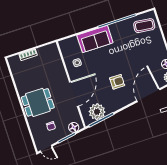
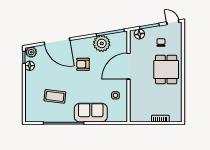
coffee table: (144, 26) -> (55, 96), moved
door: (148, 95) -> (57, 41), hinge flipped
dining table: (38, 102) -> (166, 69), turned 90
plant: (97, 112) -> (102, 43), moved

